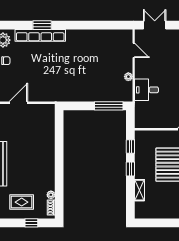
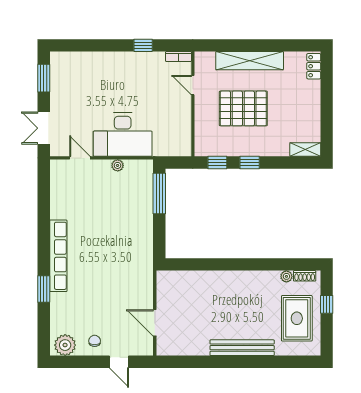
row of seats: (40, 35) -> (58, 256), moved
door: (134, 50) -> (80, 158), hinge flipped
desk: (147, 90) -> (123, 134), width x1.87, depth x1.30
shelving: (140, 190) -> (305, 150), moved
rug: (22, 202) -> (297, 318), width x1.36, depth x1.43

